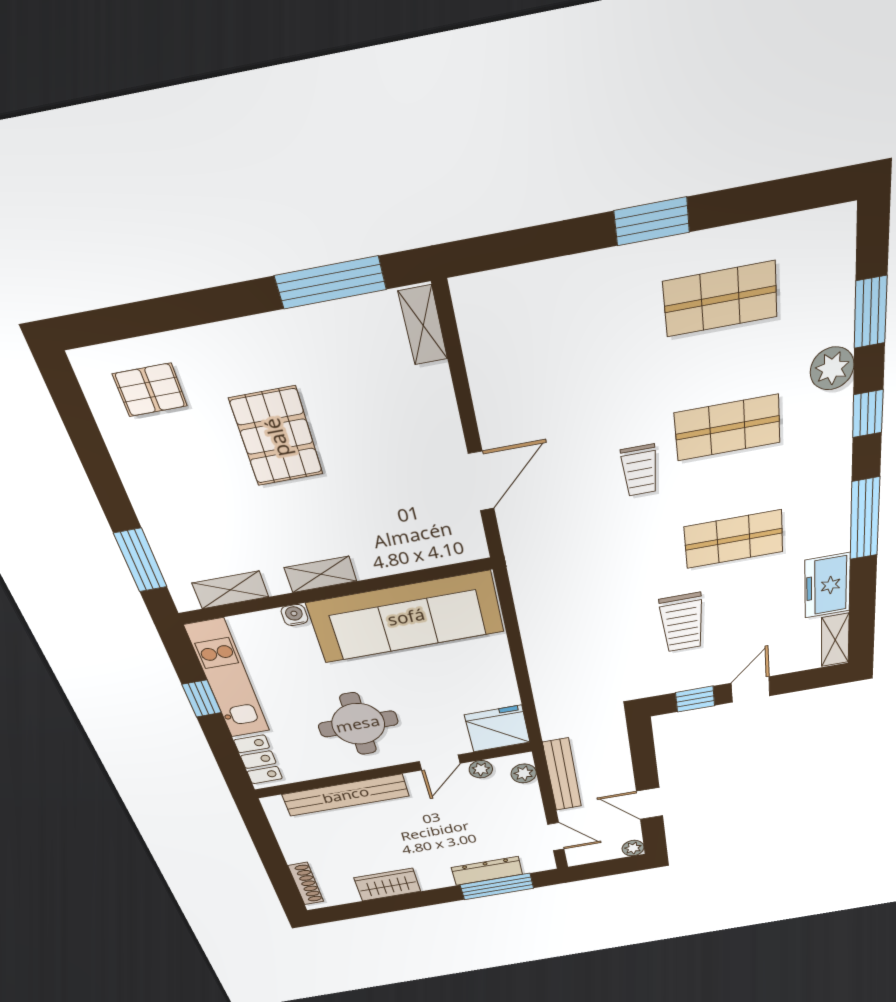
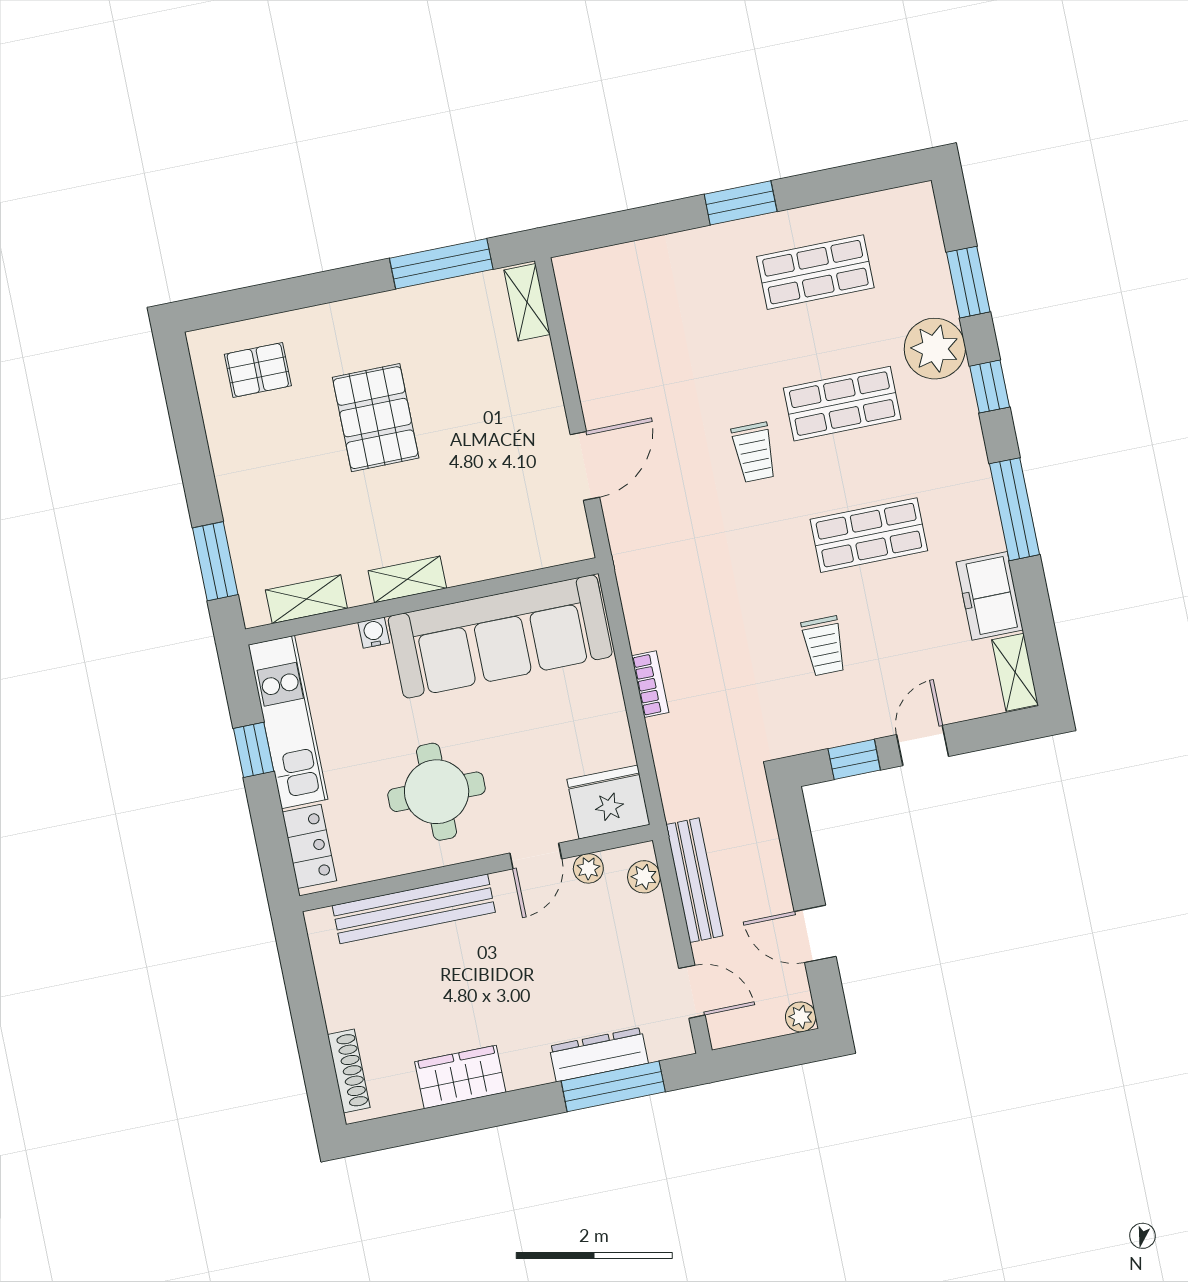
plant: (832, 368) -> (935, 349), width x1.36, depth x1.36
trolley: (682, 623) -> (824, 646), width x0.73, depth x0.72
bookcase: (534, 650) -> (650, 684), added

